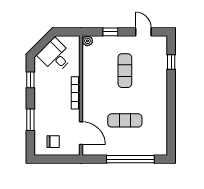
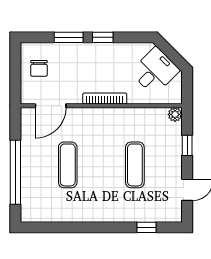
exercise mat: (125, 71) -> (135, 165), turned 90
window: (30, 80) -> (103, 37), moved

